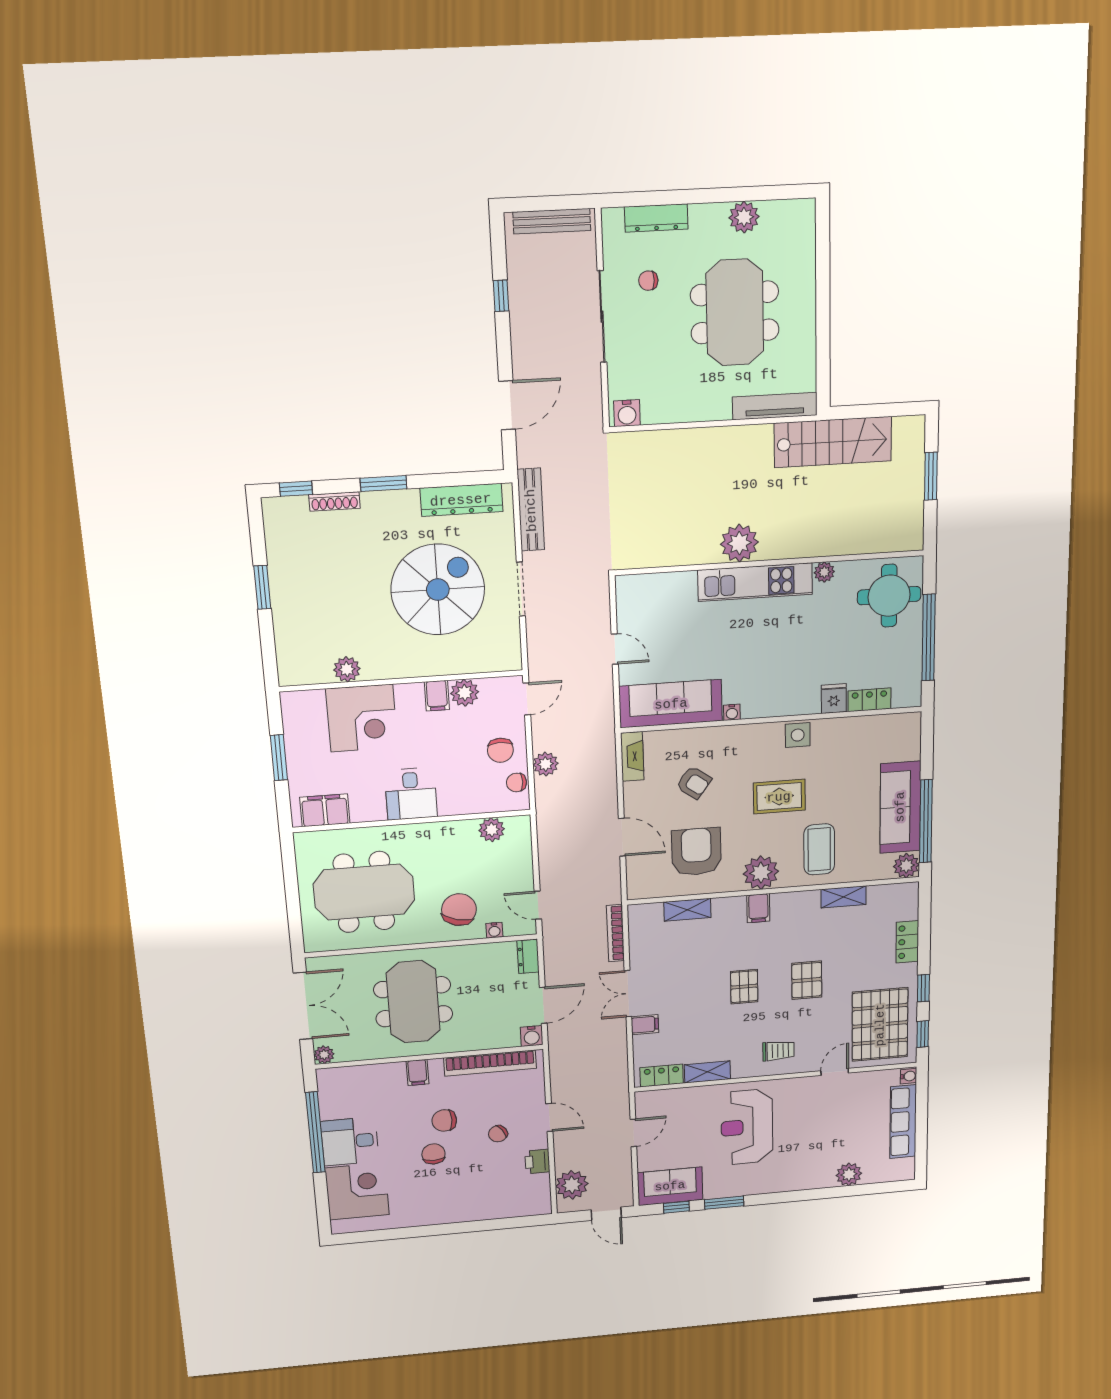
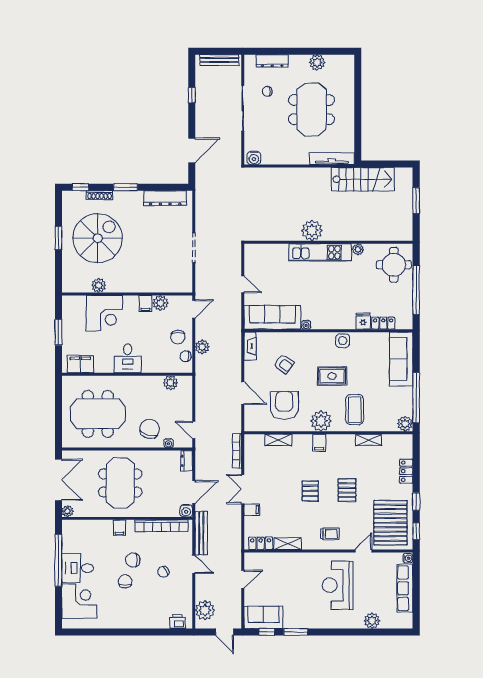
bench: (531, 510) -> (201, 533), moved
spiral stairs: (438, 590) -> (98, 238), moved
sofa: (900, 807) -> (401, 359), moved
reception desk: (747, 1127) -> (338, 585), moved
printer: (537, 1161) -> (177, 622), moved, turned 90

